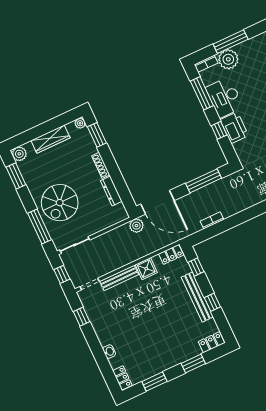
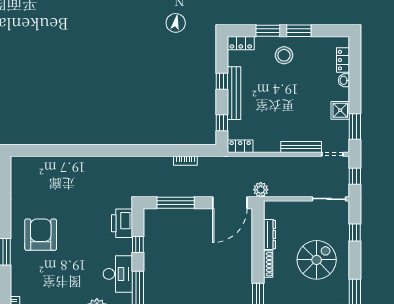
printer: (234, 128) -> (122, 223), moved
door: (158, 202) -> (230, 203), swing flipped
spiral stairs: (60, 203) -> (317, 260), moved
window: (39, 226) -> (355, 233), width x0.46
shower: (146, 269) -> (340, 110), moved
window: (81, 317) -> (355, 127), width x1.50
stool: (170, 349) -> (284, 55), added
locker: (122, 378) -> (343, 60), moved
window: (154, 382) -> (299, 31), moved

